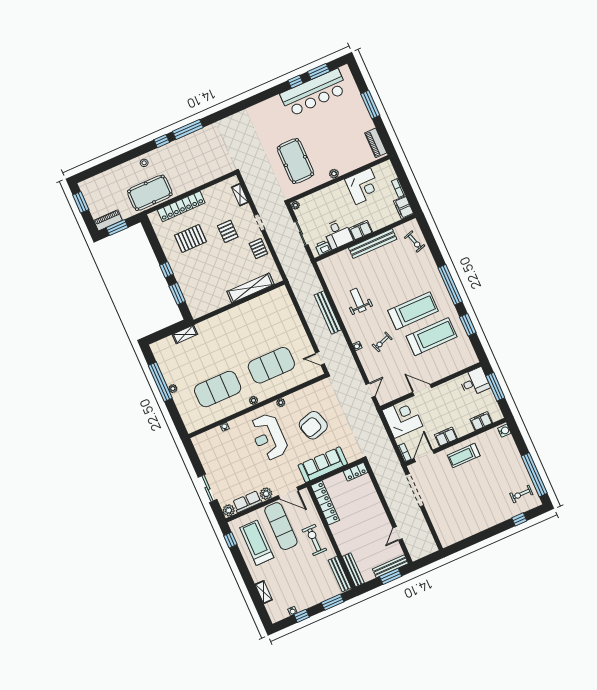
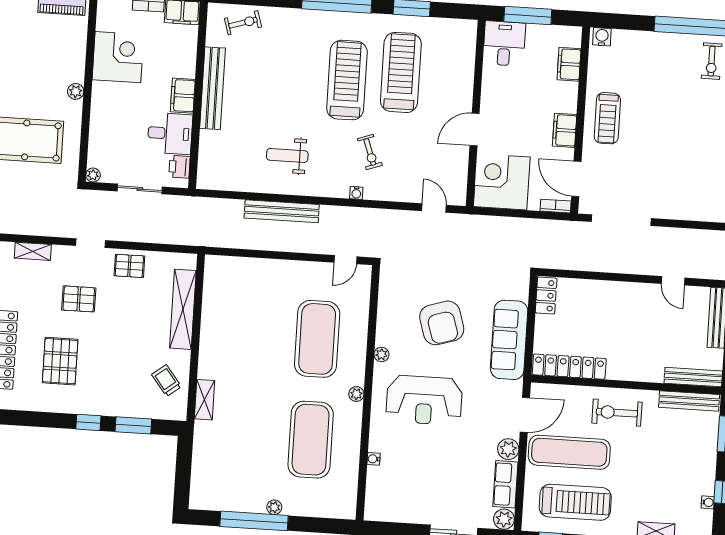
trolley: (209, 299) -> (166, 381), added
shelving: (185, 334) -> (204, 400), moved
treadmill: (257, 543) -> (575, 502), turned 180

